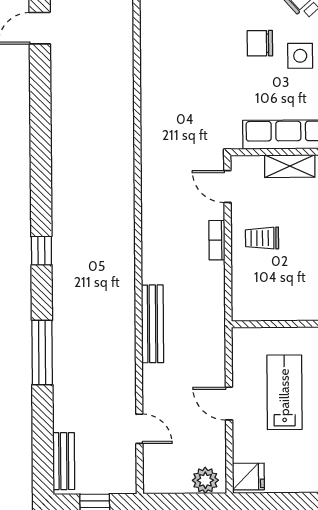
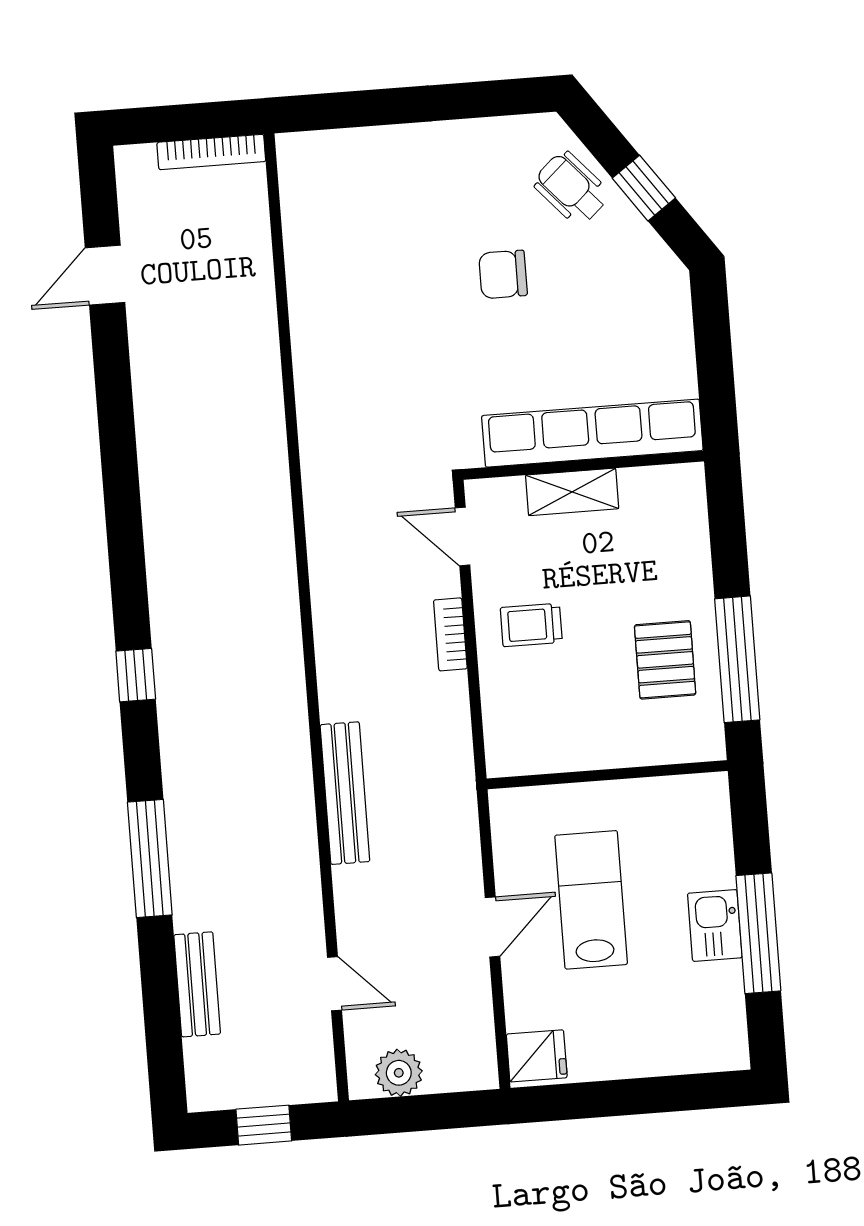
side table: (300, 56) -> (577, 292), removed
door: (229, 404) -> (493, 927), swing flipped
bench: (64, 461) -> (197, 984), moved
plant: (205, 480) -> (399, 1073), moved

